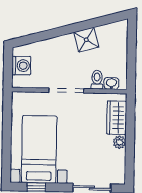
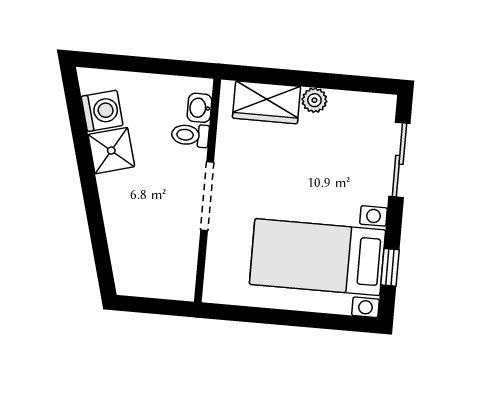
washing machine: (21, 66) -> (102, 111), moved, turned 75

